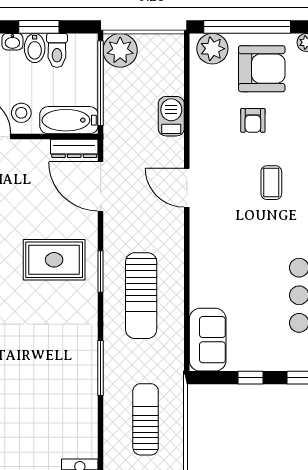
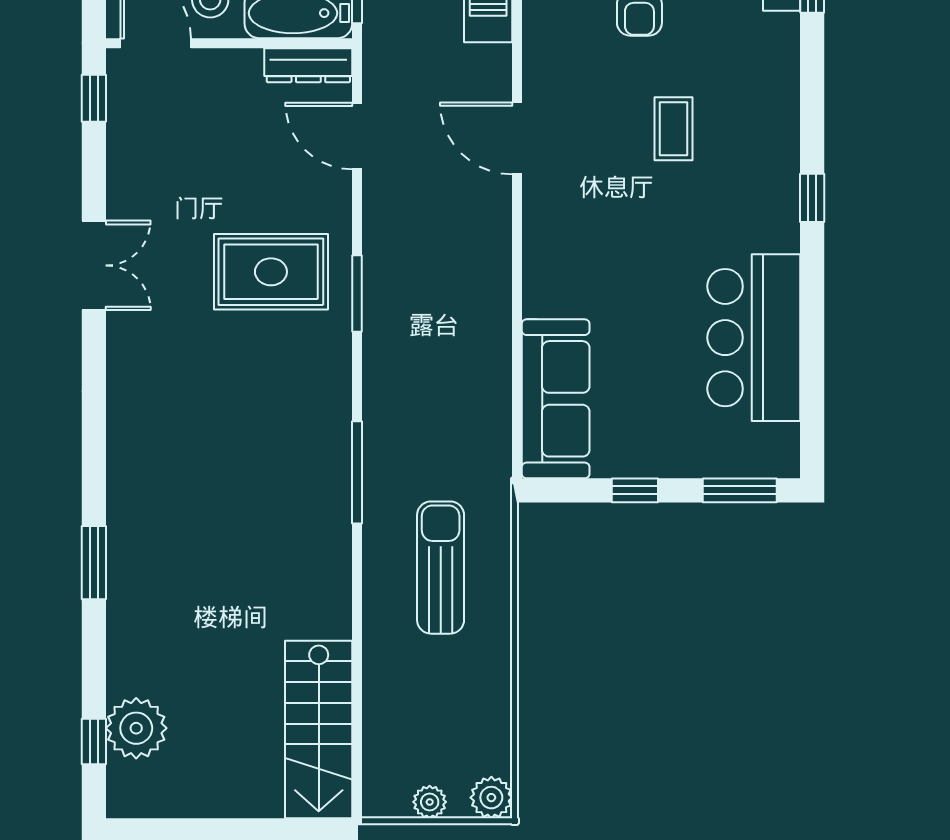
door: (101, 186) -> (357, 136), width x0.73
sun lounger: (141, 296) -> (432, 338), removed
sofa: (208, 340) -> (556, 399), width x1.36

